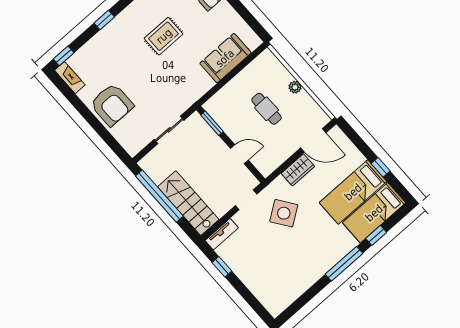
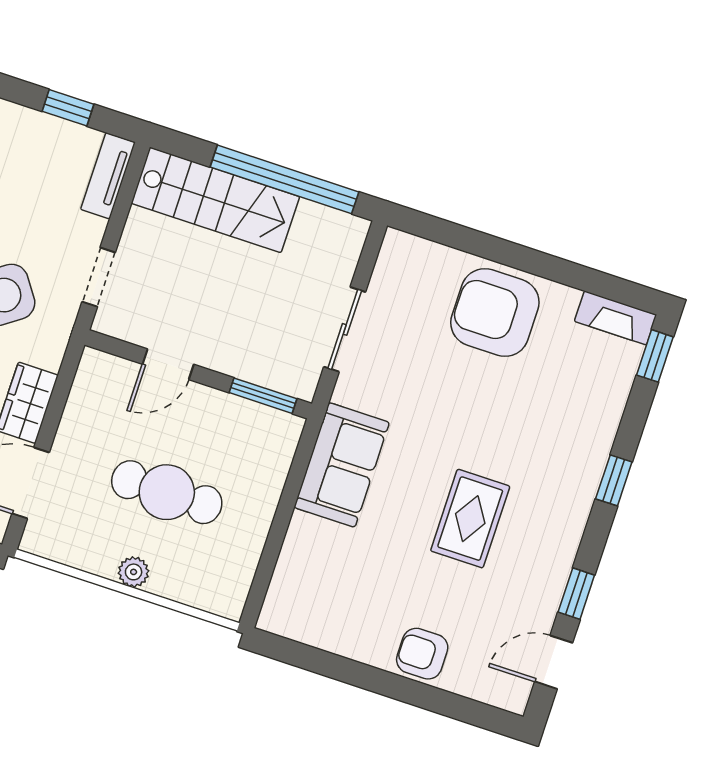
sofa: (225, 58) -> (342, 465), moved
cafe table: (267, 109) -> (167, 492), width x1.37, depth x1.35

